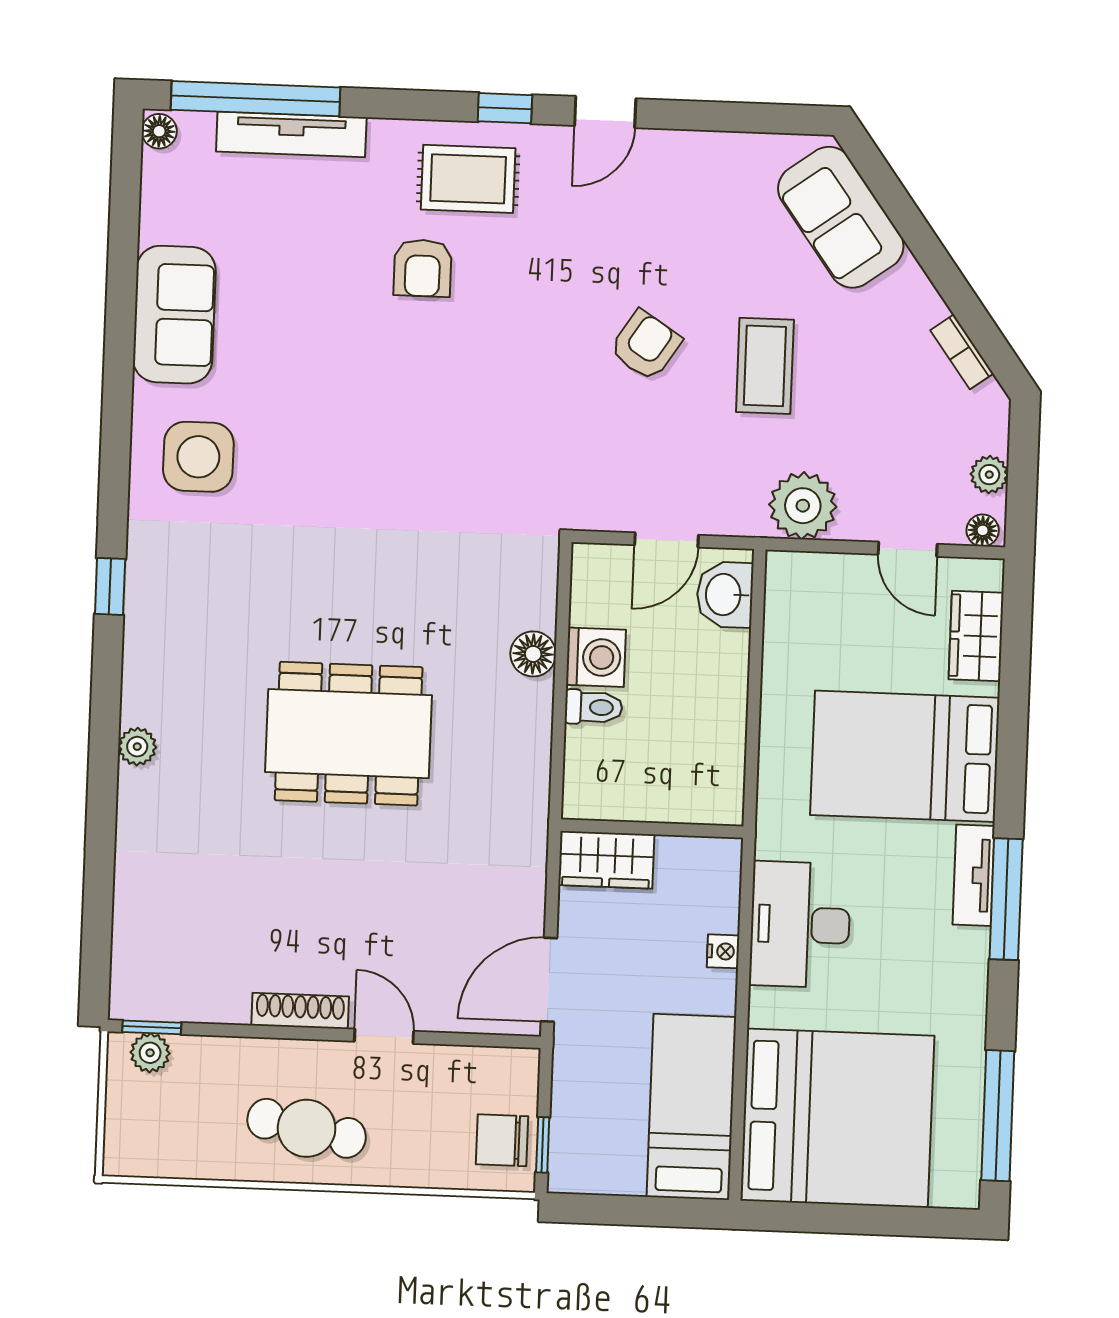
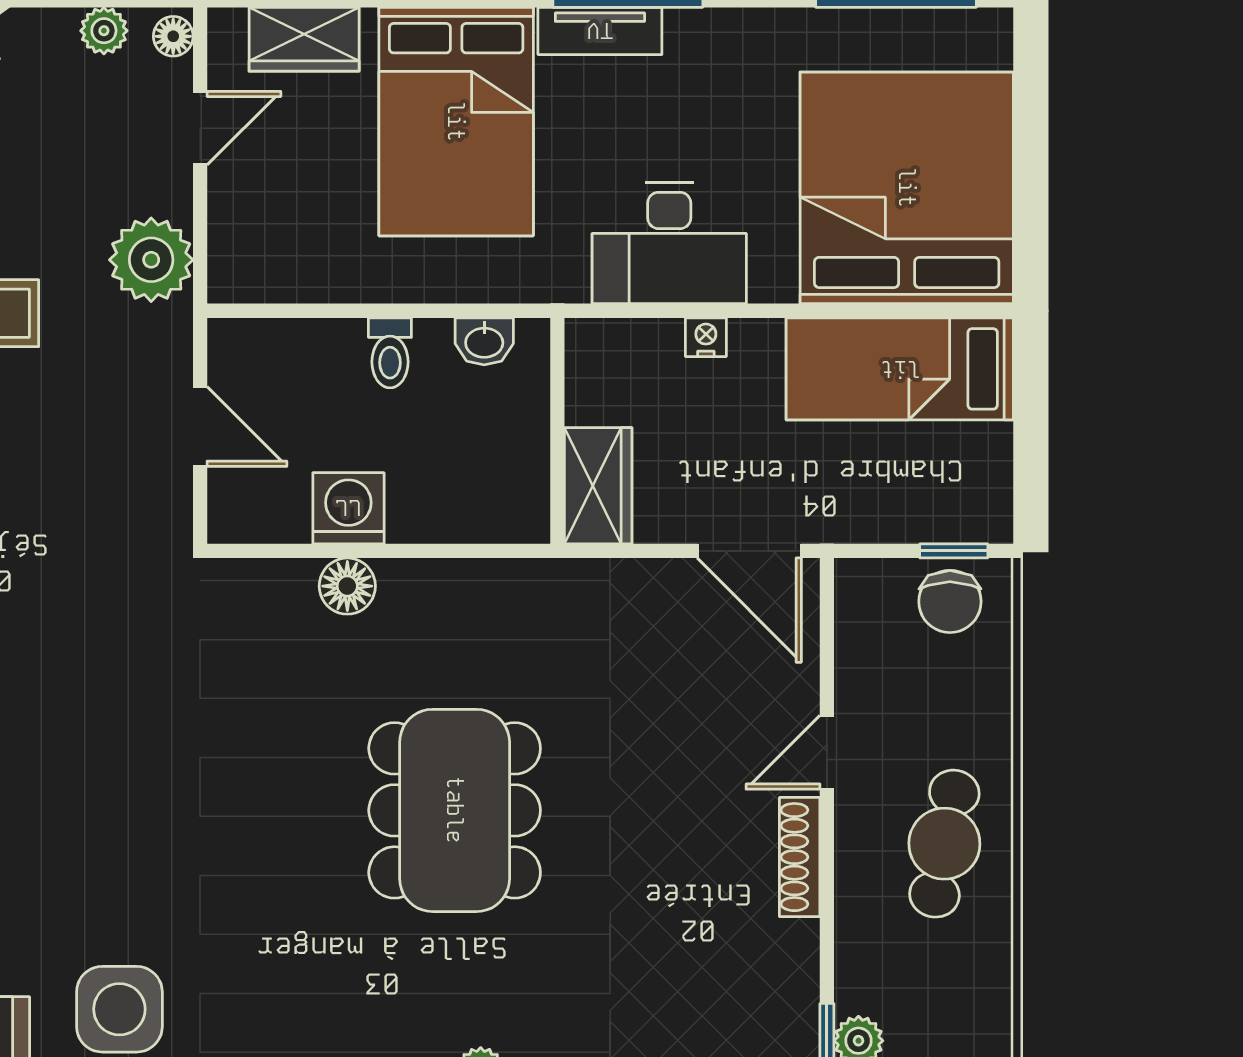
washbasin: (725, 595) -> (484, 341), moved, width x0.72, depth x0.69
toilet: (593, 707) -> (390, 353), moved, turned 180

